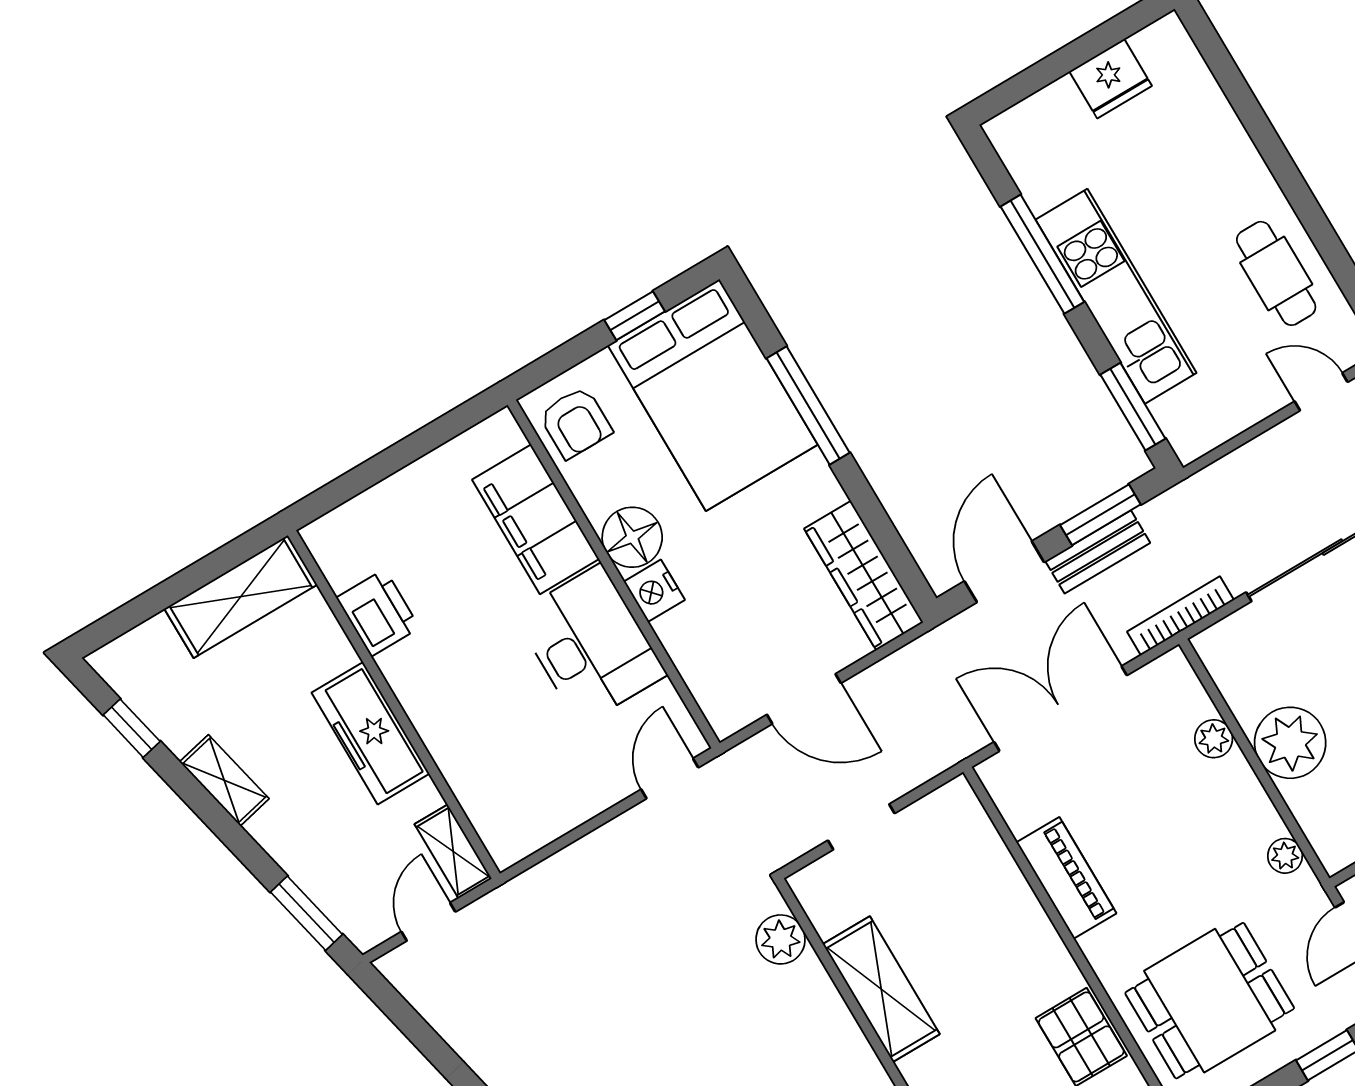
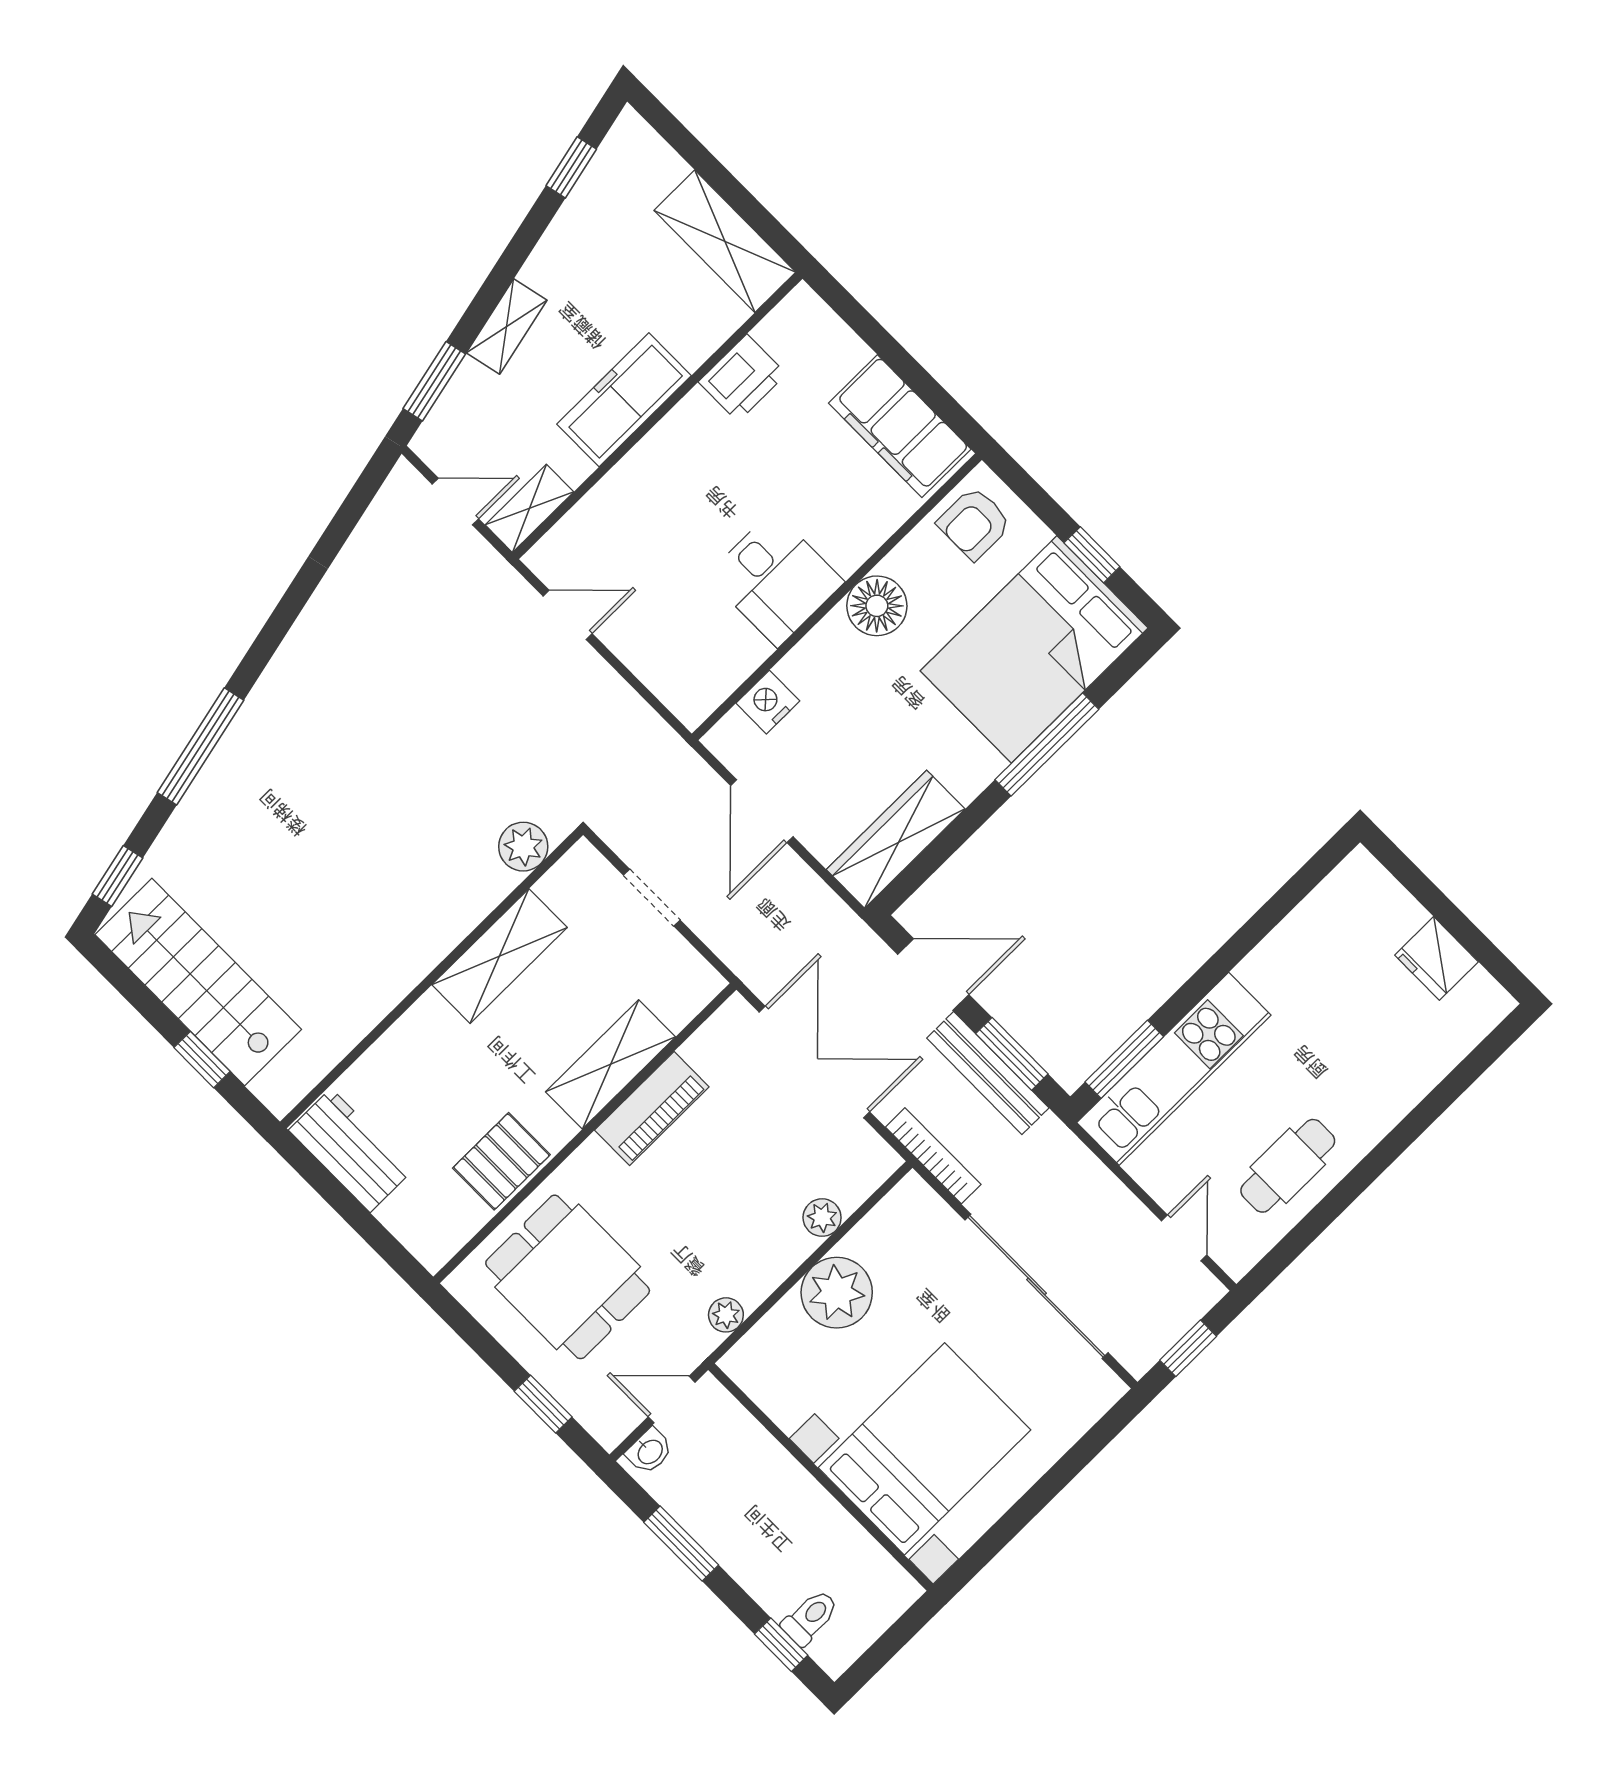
window: (1042, 254) -> (1250, 935), removed
kitchen unit: (1116, 296) -> (1174, 1069), moved
filing cabinet: (536, 519) -> (900, 426), moved, turned -90
bench: (1098, 552) -> (988, 1073), width x1.36
nightstand: (654, 591) -> (768, 702), moved
desk: (590, 645) -> (775, 579), width x0.73
door: (670, 778) -> (568, 615), moved
shelving: (224, 780) -> (507, 327), moved
shelving: (1013, 907) -> (611, 1064), added

